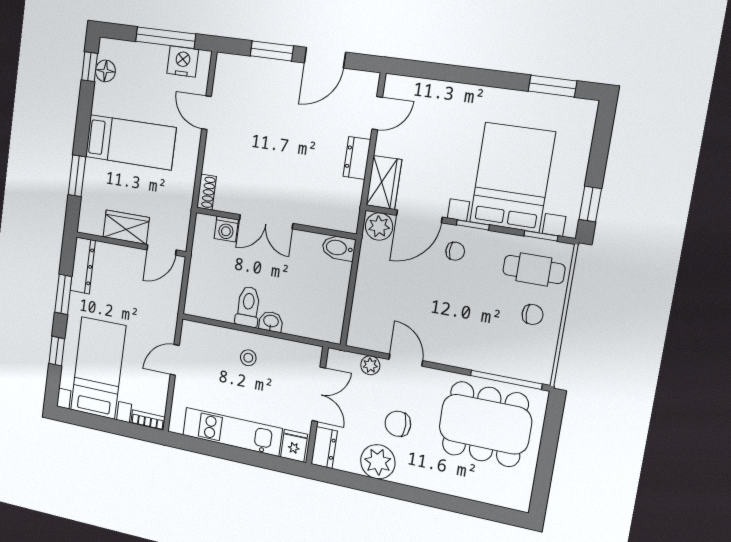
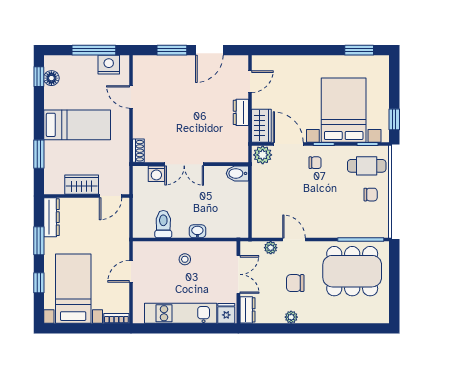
door: (419, 216) -> (288, 144), swing flipped
toilet: (248, 307) -> (163, 224), moved
plant: (378, 462) -> (291, 317), width x0.53, depth x0.53

